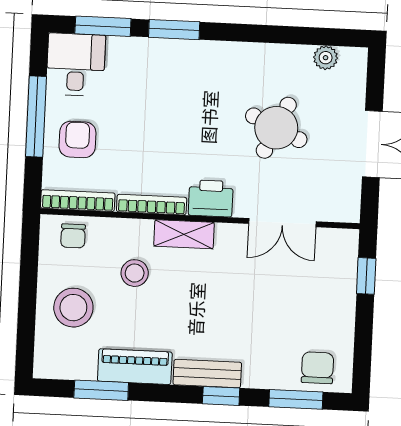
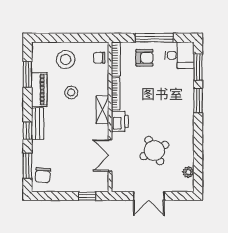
round table: (276, 128) -> (154, 151), turned 37
stool: (135, 273) -> (71, 92), moved
chair: (317, 368) -> (43, 175), turned 95

